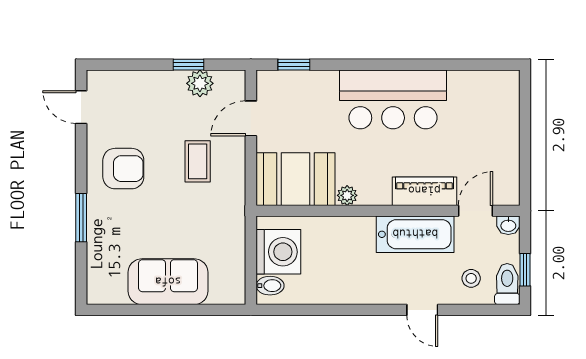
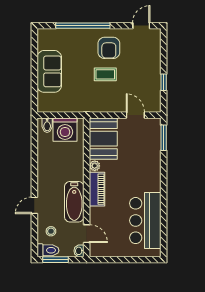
window: (294, 65) -> (164, 138), width x1.50
plant: (200, 83) -> (154, 88), removed
bar counter: (393, 99) -> (145, 221), moved
coffee table: (198, 161) -> (105, 74), moved
piano: (424, 191) -> (97, 189), moved
window: (81, 218) -> (83, 26), width x2.11
window: (525, 270) -> (55, 260), width x1.50

